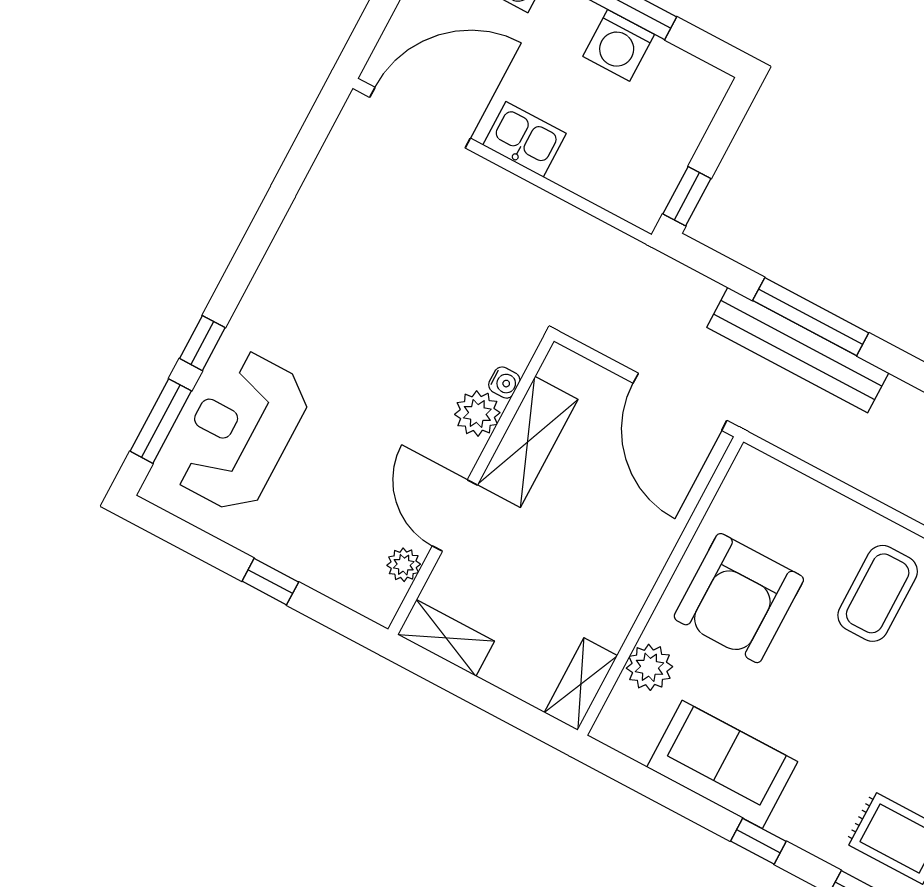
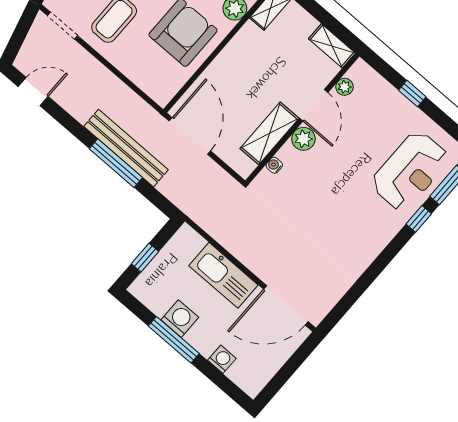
kitchen sink: (525, 139) -> (223, 275), width x1.88, depth x1.24
window: (687, 196) -> (145, 258), moved
plant: (477, 413) -> (303, 139), moved

